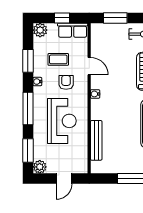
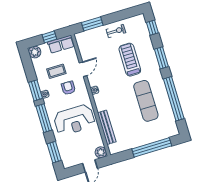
window: (28, 61) -> (36, 90), moved
door: (89, 66) -> (83, 69), hinge flipped
reception desk: (62, 121) -> (74, 120), turned 90
plant: (40, 167) -> (101, 152), moved

